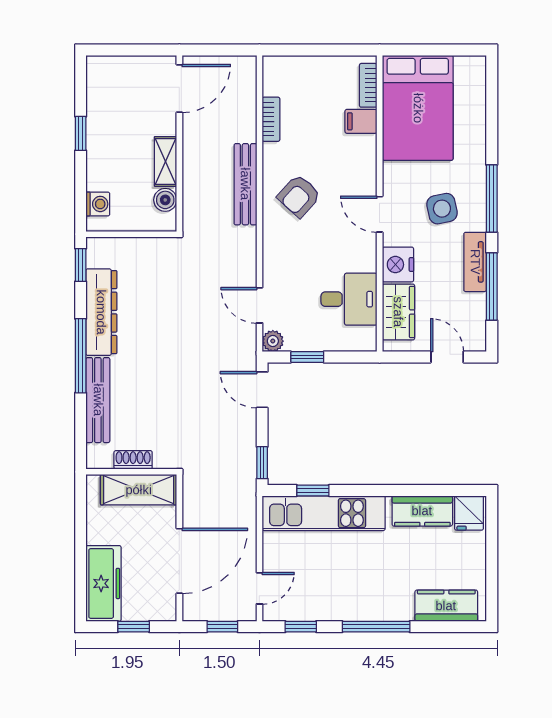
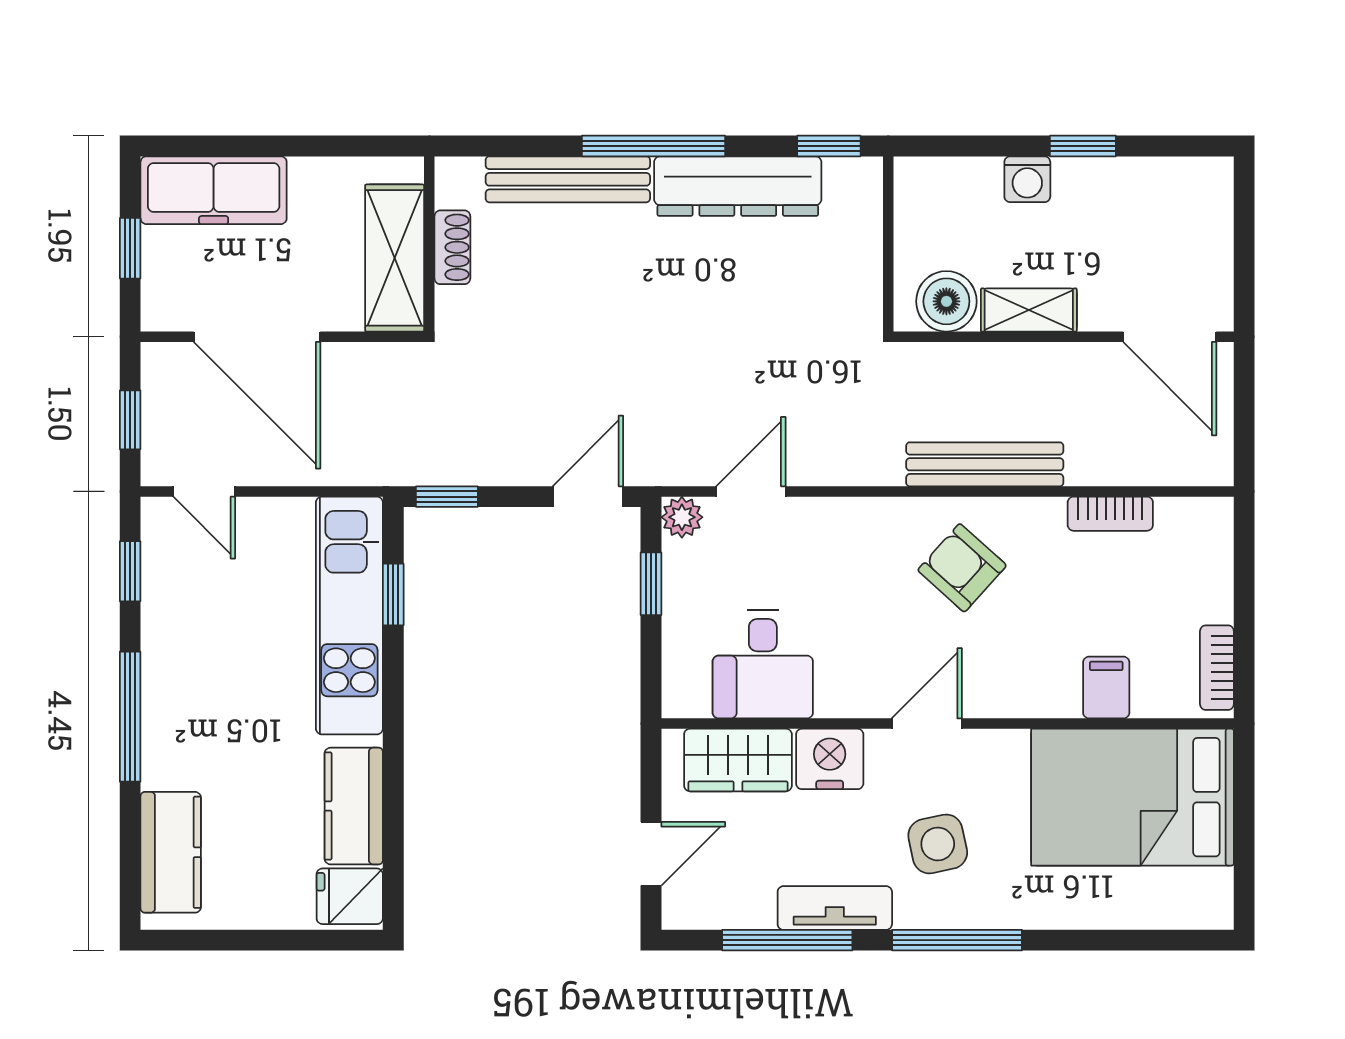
bookcase: (368, 85) -> (1217, 668), moved, turned -90
boiler: (165, 200) -> (946, 301), width x1.36, depth x1.36
washing machine: (98, 204) -> (1027, 179), moved

